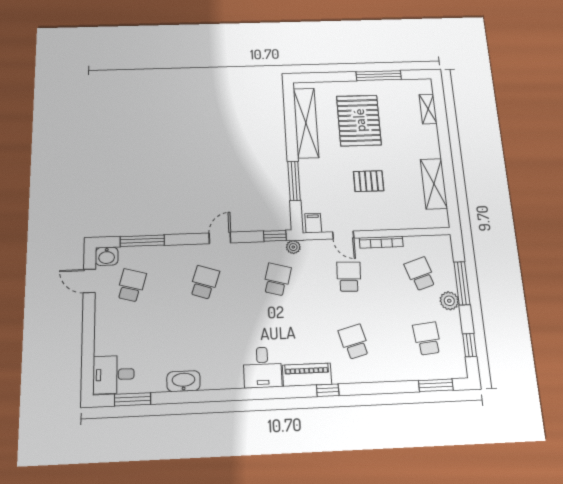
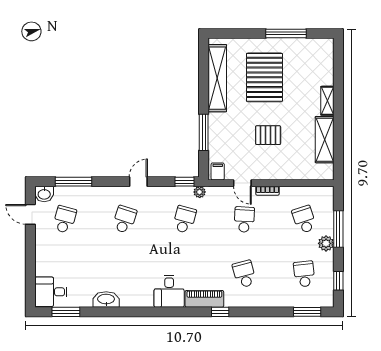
shelving: (428, 109) -> (327, 101), moved
bookcase: (381, 242) -> (267, 191), width x0.64

